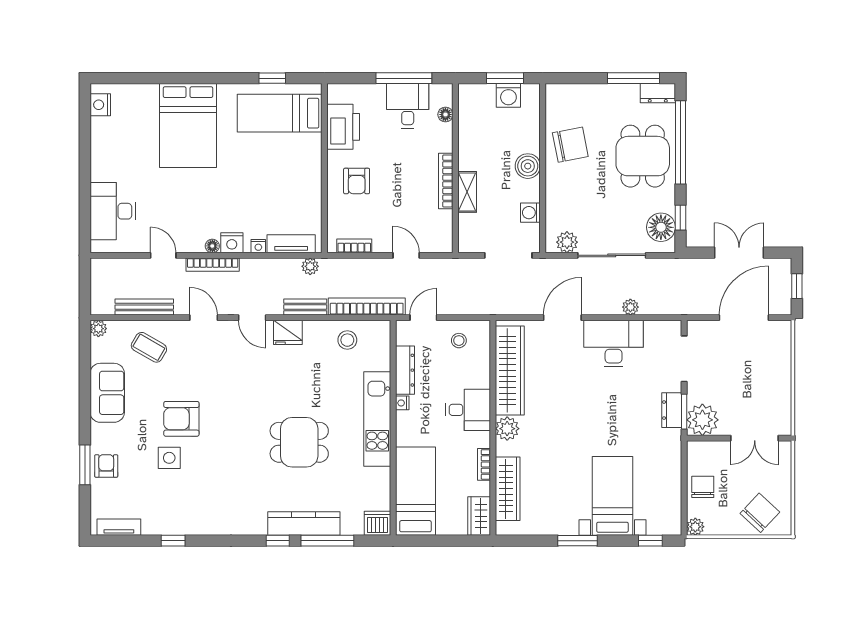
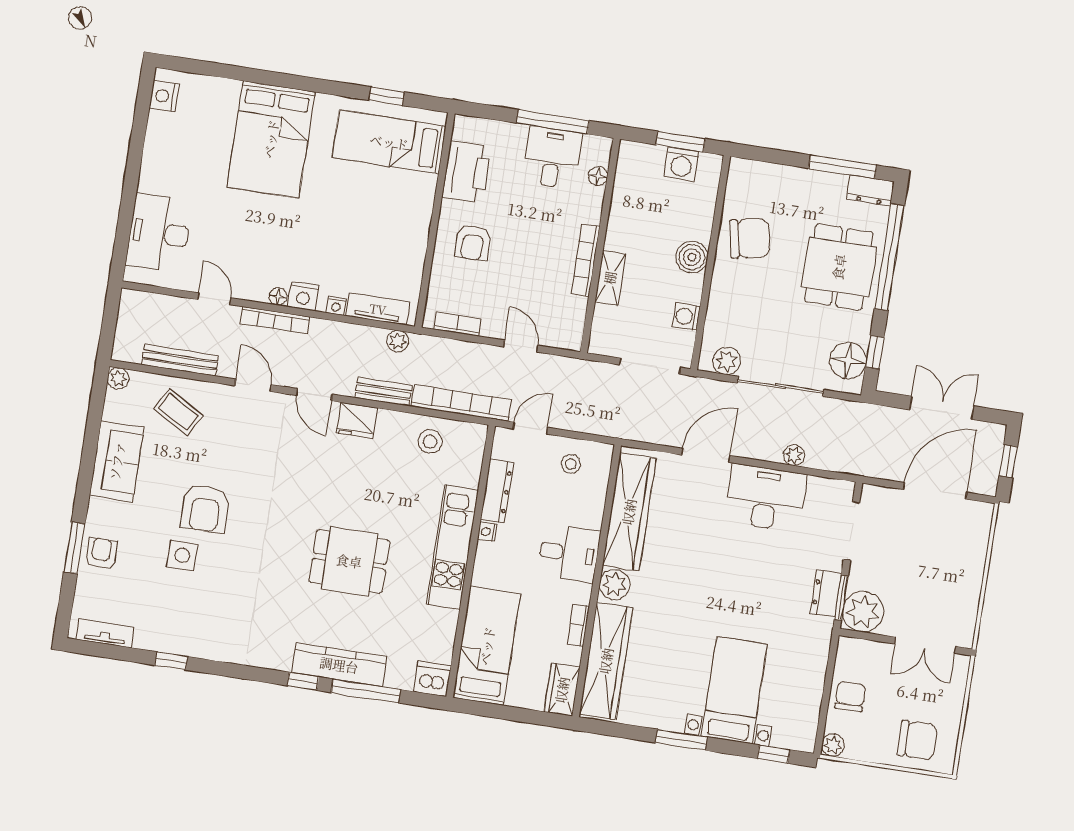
armchair: (181, 419) -> (205, 509), turned -90
wardrobe: (508, 489) -> (606, 661), width x1.40, depth x1.17
chair: (760, 513) -> (917, 740), turned 47

